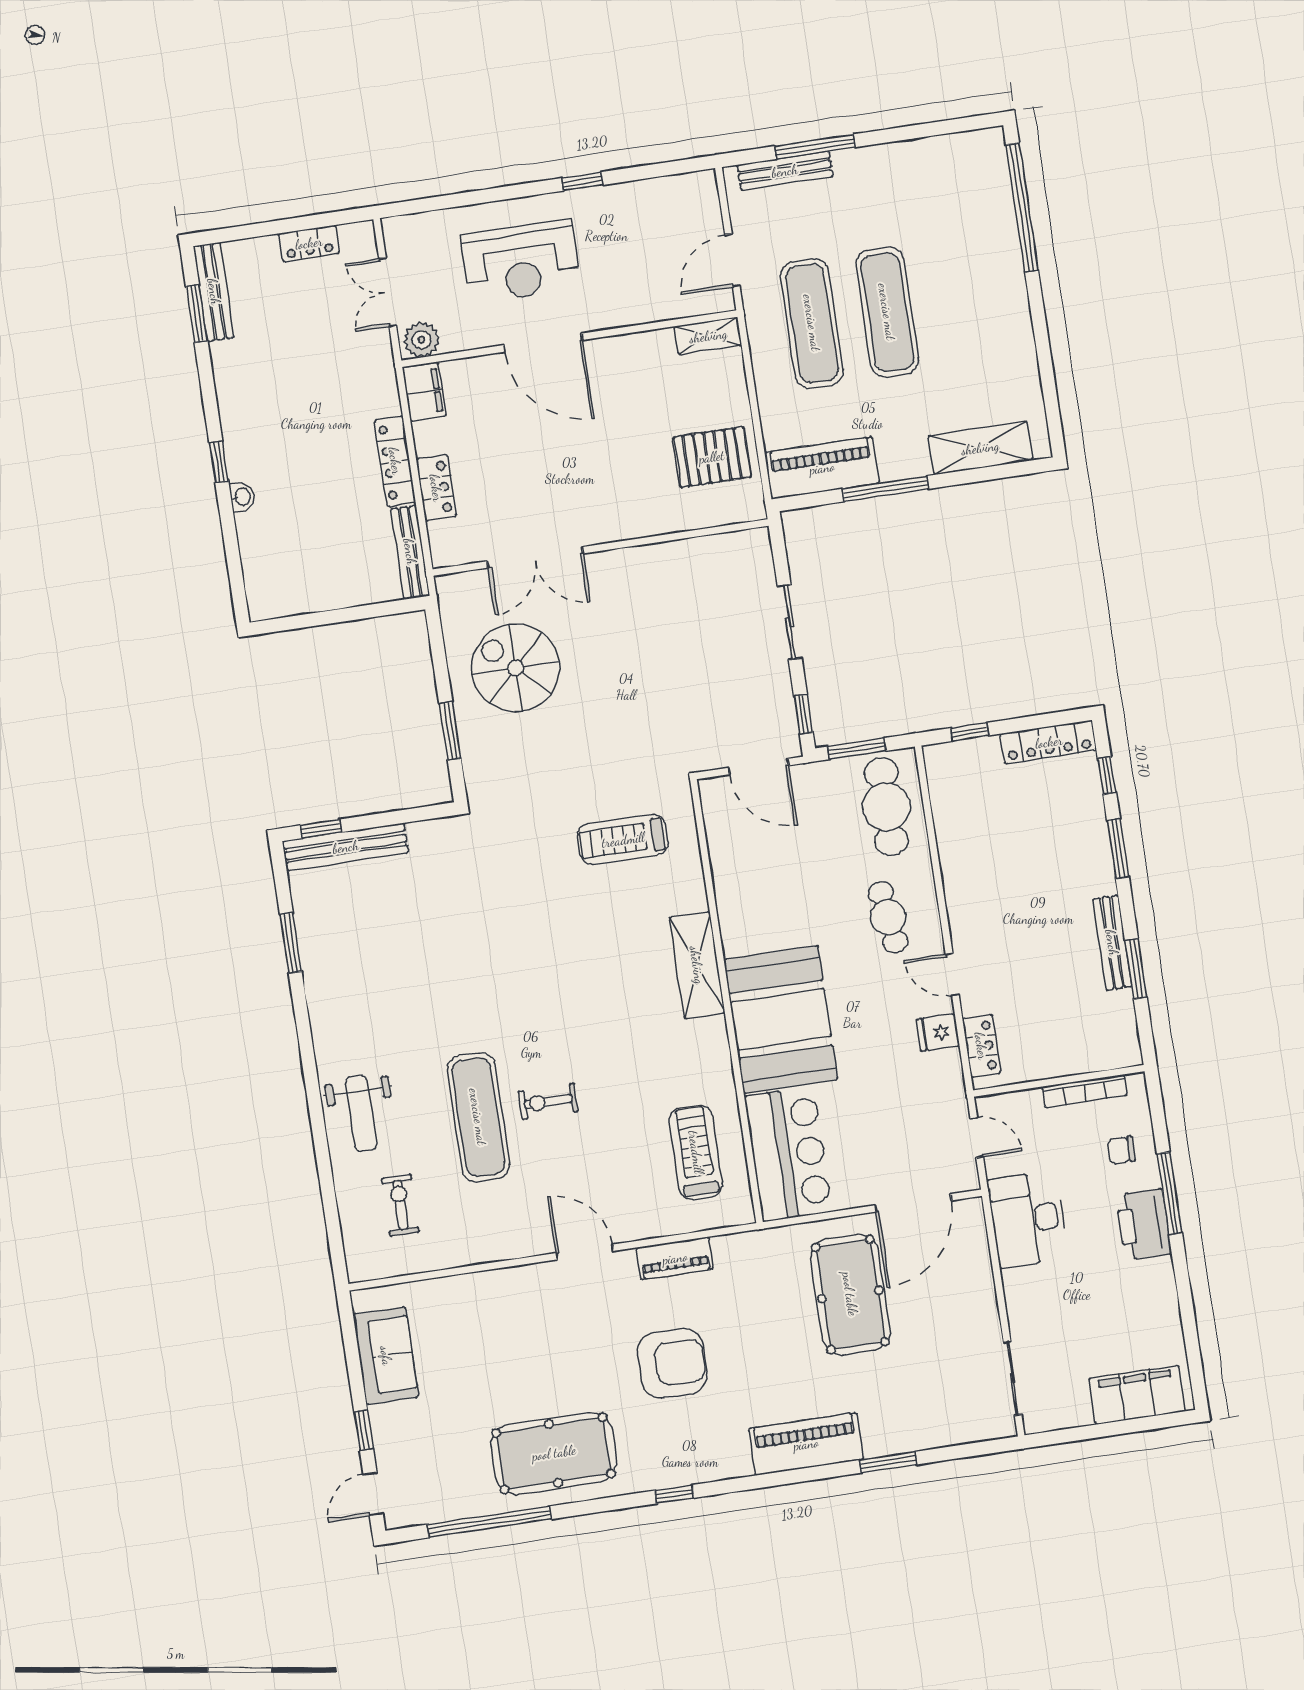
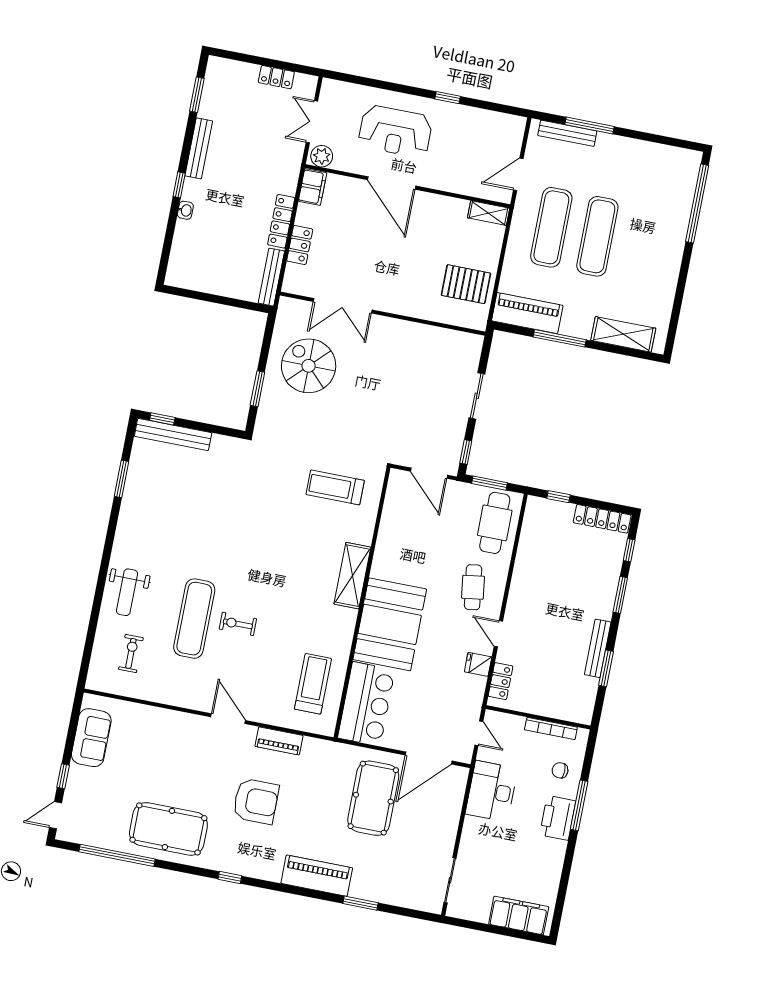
bench: (214, 292) -> (199, 148), moved

